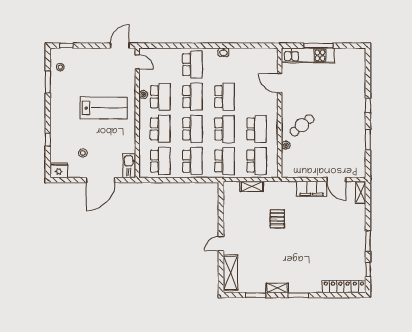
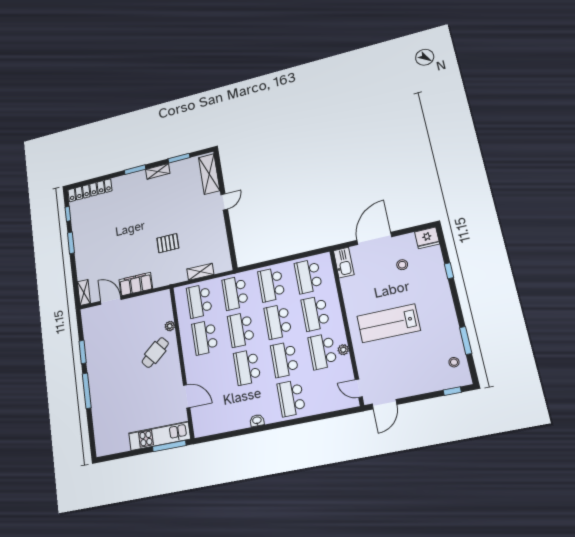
window: (318, 46) -> (169, 446), moved
window: (368, 105) -> (87, 391), width x2.17
pallet: (277, 219) -> (168, 243), turned 90

